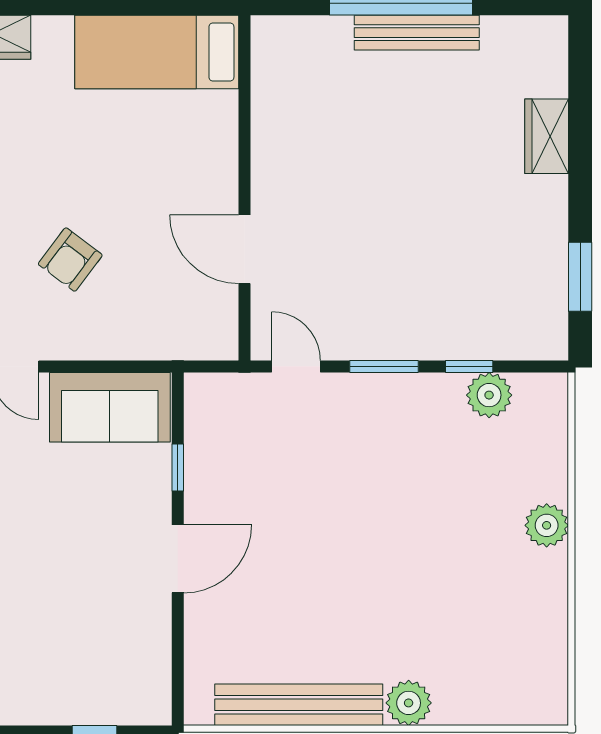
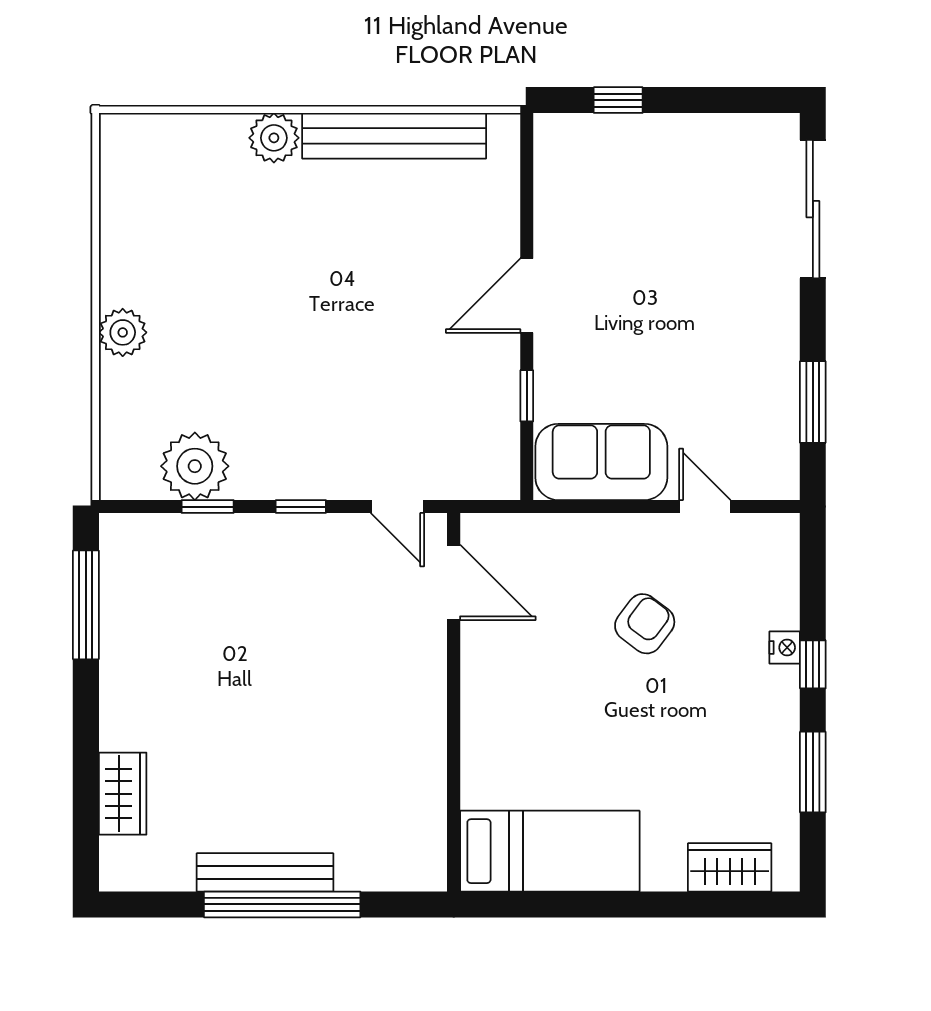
wardrobe: (547, 136) -> (123, 794), moved
door: (245, 249) -> (454, 582), moved
window: (580, 277) -> (86, 605), width x1.44
window: (384, 366) -> (301, 507), width x0.67
plant: (489, 395) -> (195, 466), width x1.36, depth x1.36

